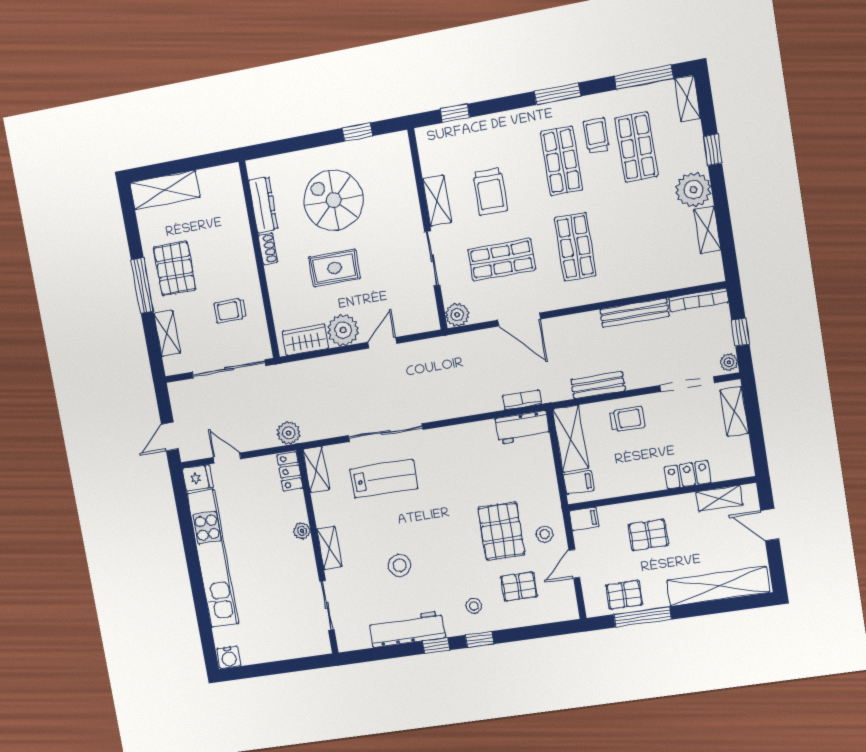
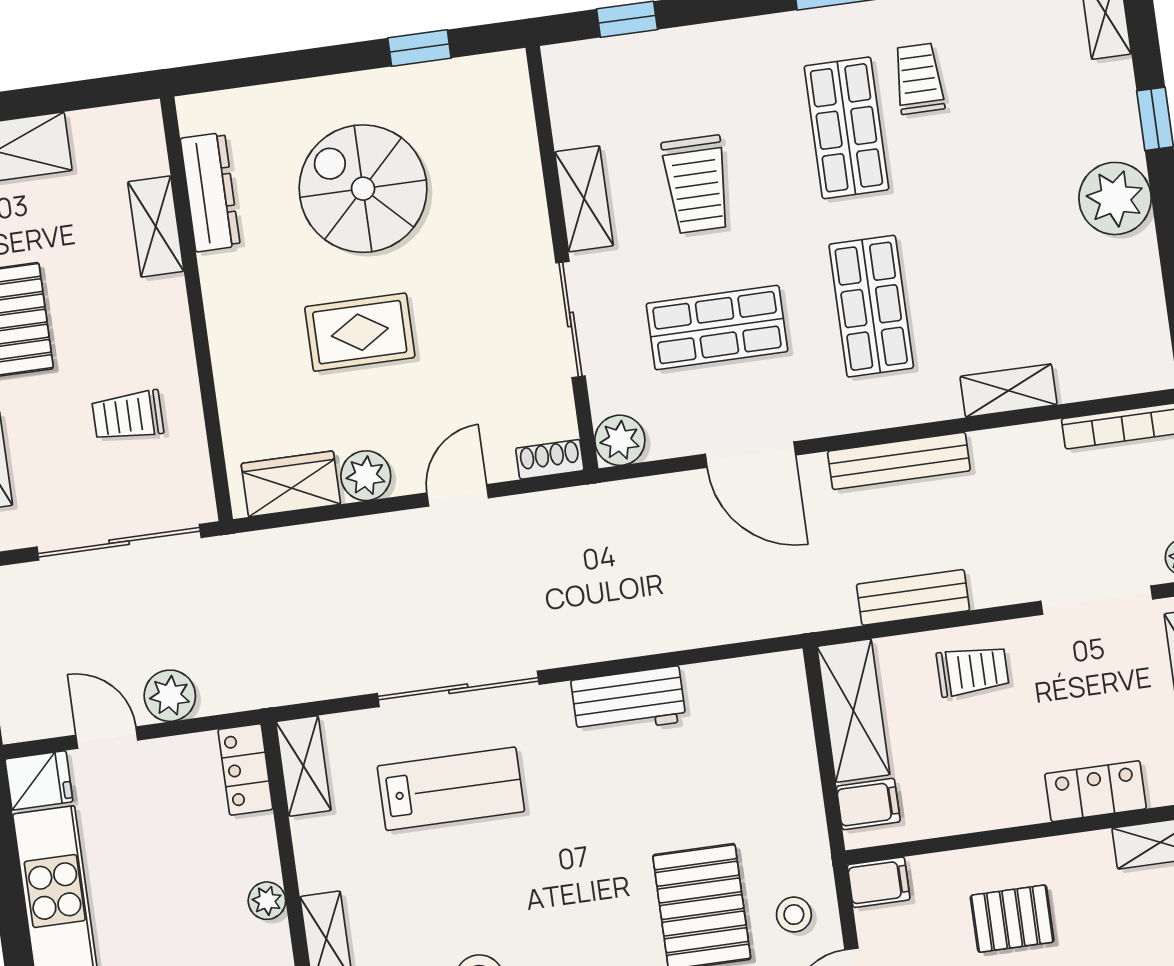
shop shelf: (636, 147) -> (1001, 106), removed
shelving: (239, 222) -> (156, 226), added
shelving: (707, 230) -> (1008, 391), moved, turned 90
shoe rack: (268, 249) -> (550, 459), moved, turned -90
bench: (634, 313) -> (899, 461), moved
plant: (343, 330) -> (366, 476), width x0.73, depth x0.73
bookcase: (522, 400) -> (752, 625), removed
workbench: (522, 427) -> (629, 701), moved
plant: (289, 433) -> (170, 696), moved

